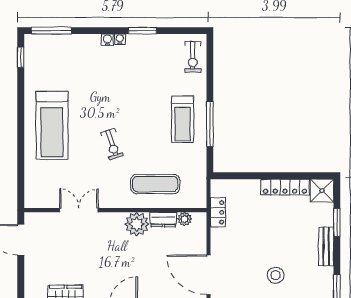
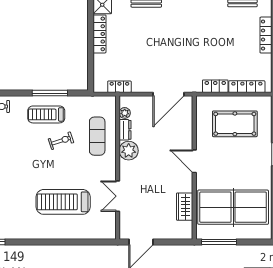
treadmill: (183, 119) -> (46, 114), turned 180
treadmill: (52, 125) -> (63, 202), moved, turned 180
exercise bike: (112, 144) -> (61, 141), moved
stool: (276, 275) -> (169, 41), removed

